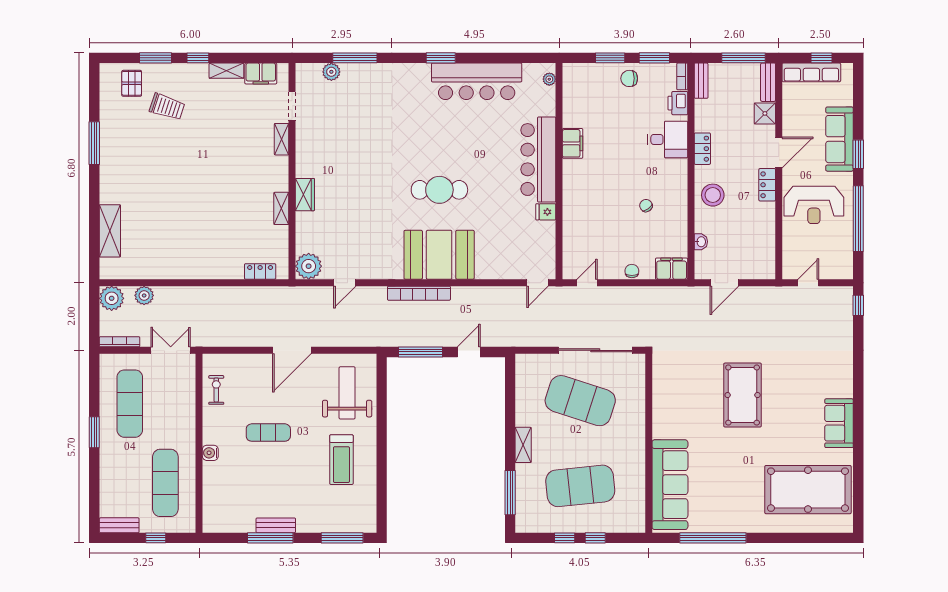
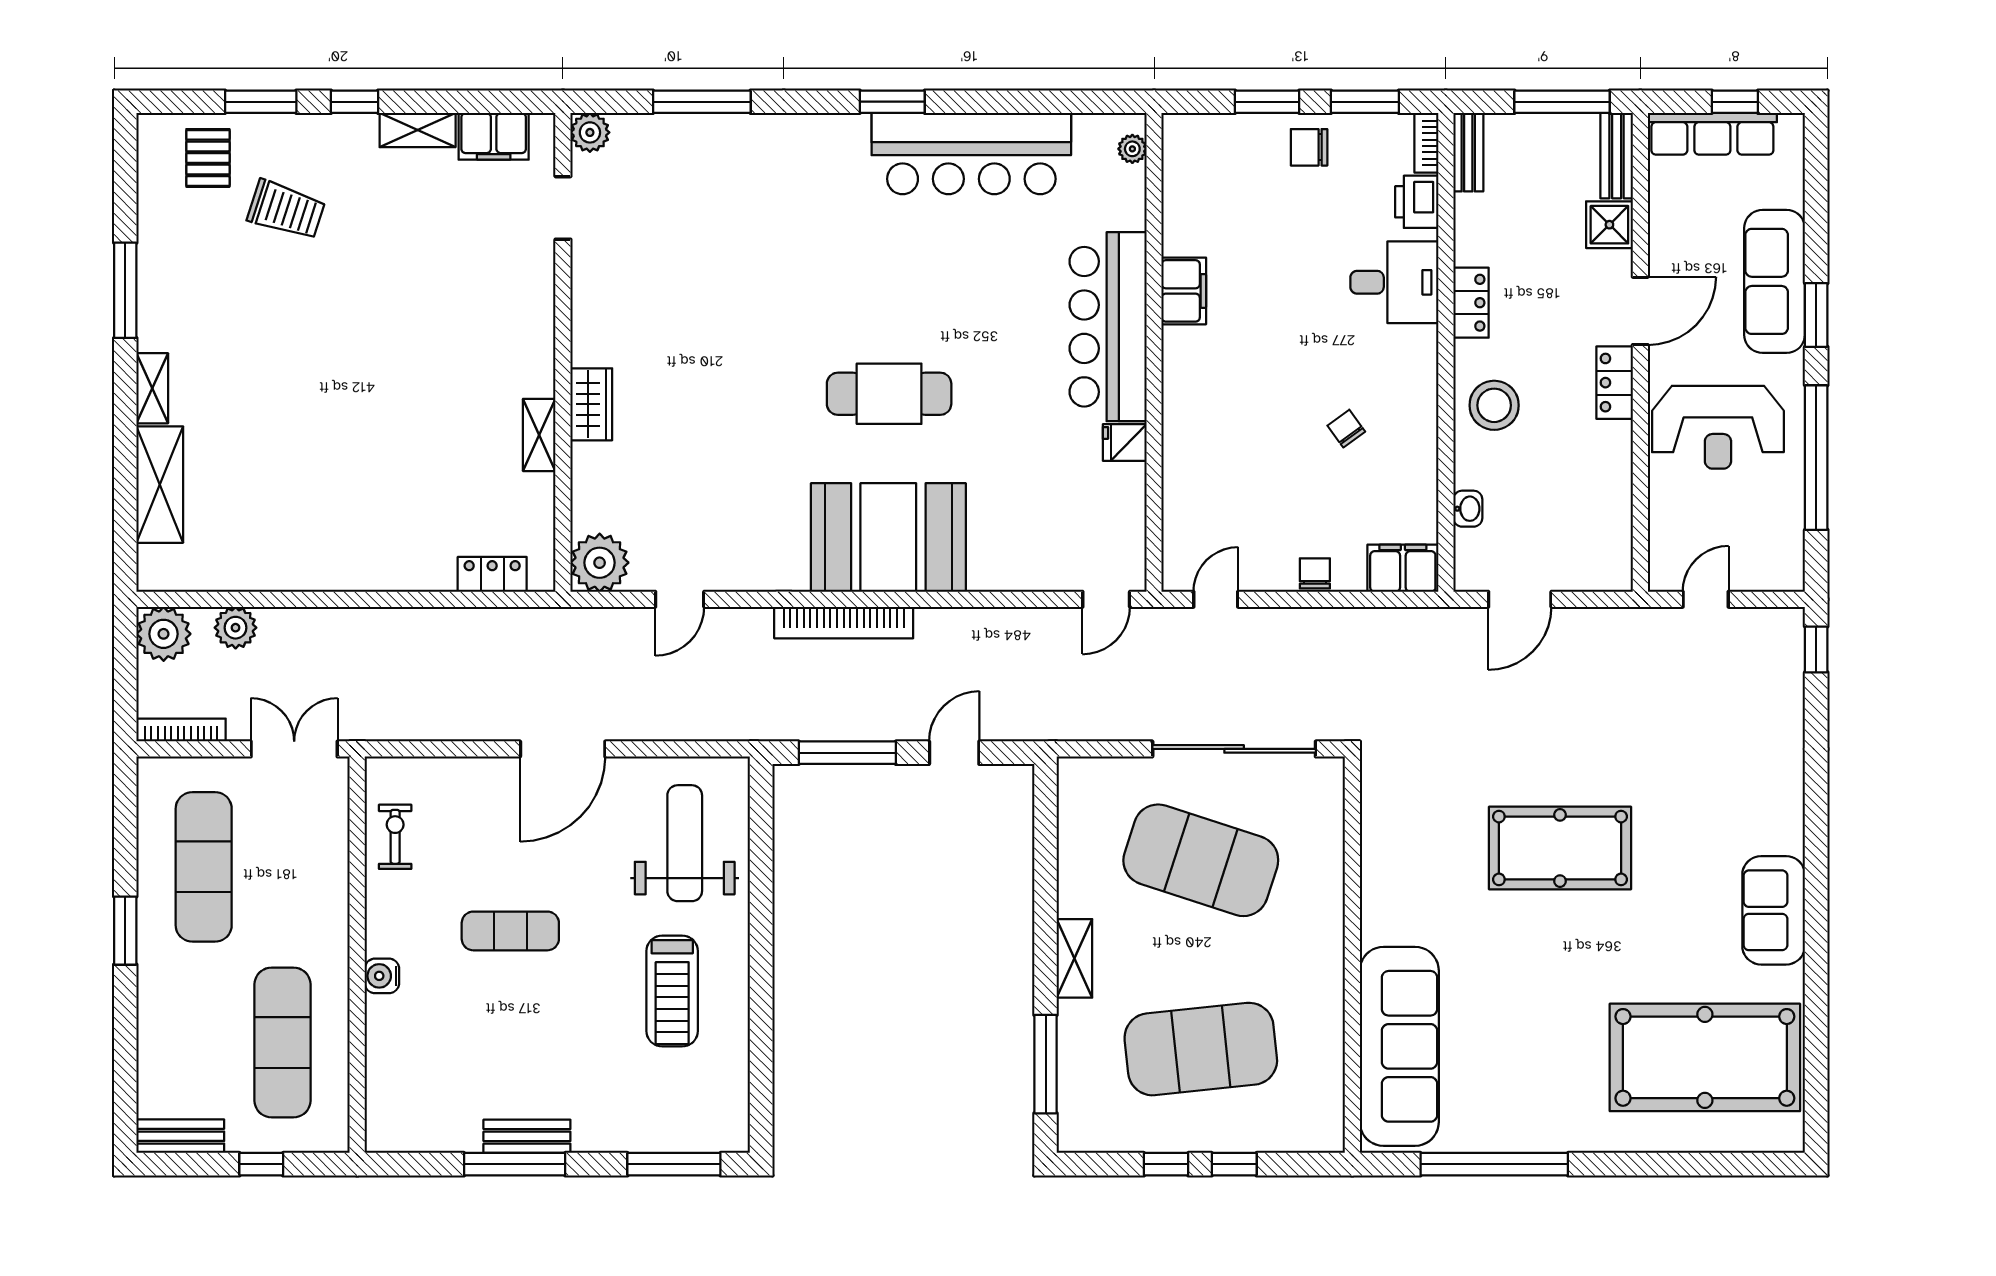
plant: (331, 72) -> (590, 132), moved
shelving: (282, 139) -> (152, 388), moved
pool table: (743, 395) -> (1560, 848), turned 90

